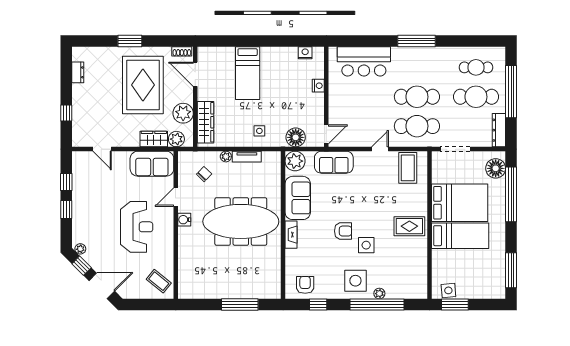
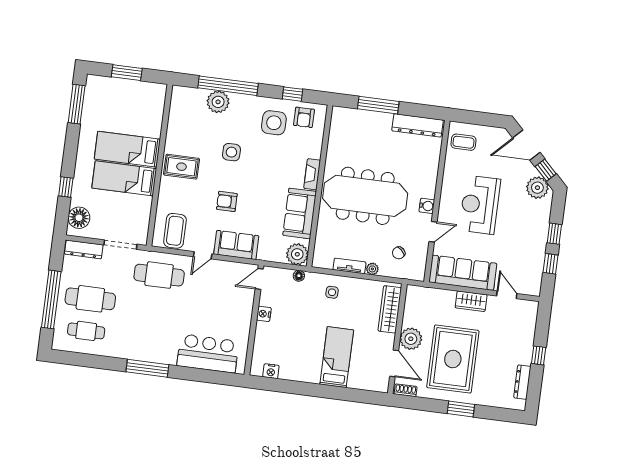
dresser: (78, 72) -> (522, 382), width x1.44
nightstand: (318, 86) -> (264, 314), moved
cafe table: (417, 97) -> (155, 307), removed
window: (66, 113) -> (539, 355), moved
plant: (183, 113) -> (411, 339), moved
dresser: (499, 130) -> (84, 249), moved, turned 90
floor lamp: (296, 137) -> (299, 276), width x0.53, depth x0.53
wardrobe: (154, 139) -> (471, 301), moved
plant: (176, 139) -> (424, 295), removed
sofa: (334, 162) -> (236, 245), moved
sofa: (152, 164) -> (463, 273), width x1.36
window: (511, 194) -> (66, 187), width x0.32
bed: (460, 203) -> (124, 178), width x0.67
armchair: (343, 231) -> (227, 201), moved
plant: (80, 249) -> (537, 188), width x1.88, depth x1.88
coffee table: (159, 281) -> (463, 142), turned -39
side table: (355, 281) -> (274, 123), moved
side table: (448, 290) -> (148, 91), removed
dresser: (202, 291) -> (418, 125), added
plant: (379, 294) -> (218, 102), width x1.88, depth x1.88
window: (455, 304) -> (127, 73), moved

